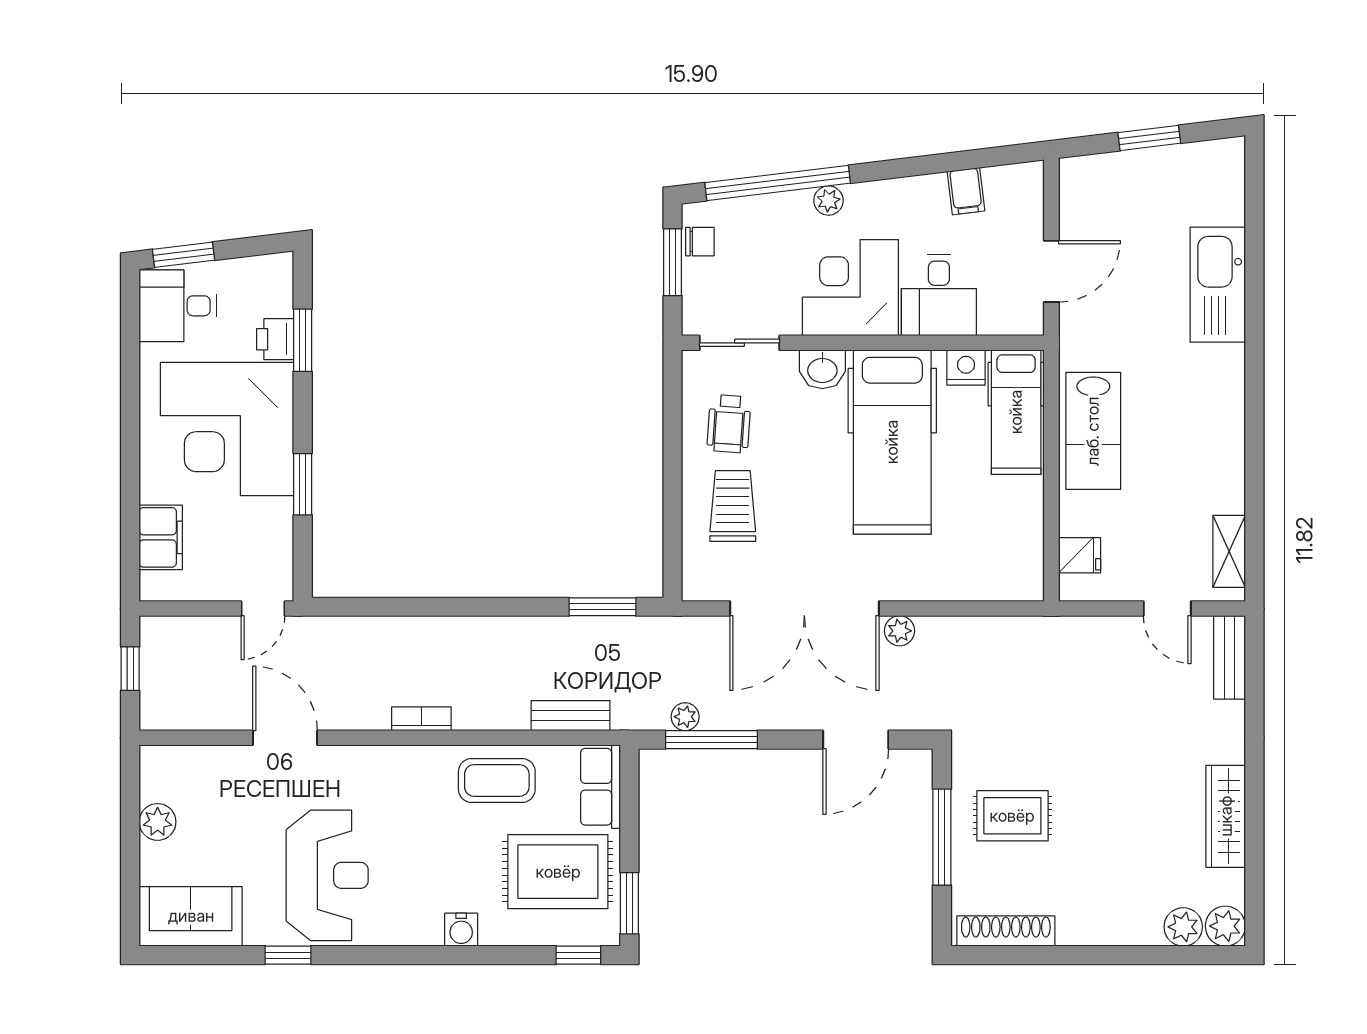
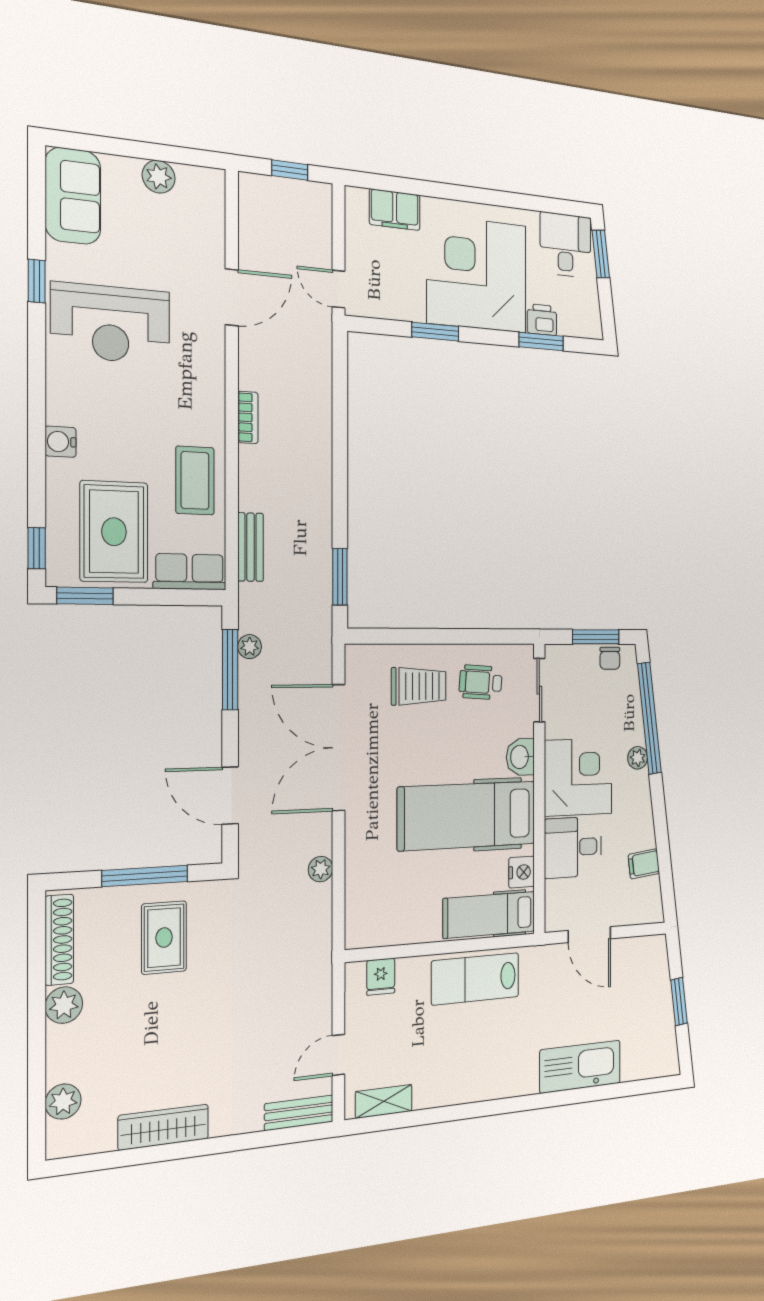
plant: (899, 631) -> (321, 869), moved
plant: (1225, 926) -> (64, 1005), moved

